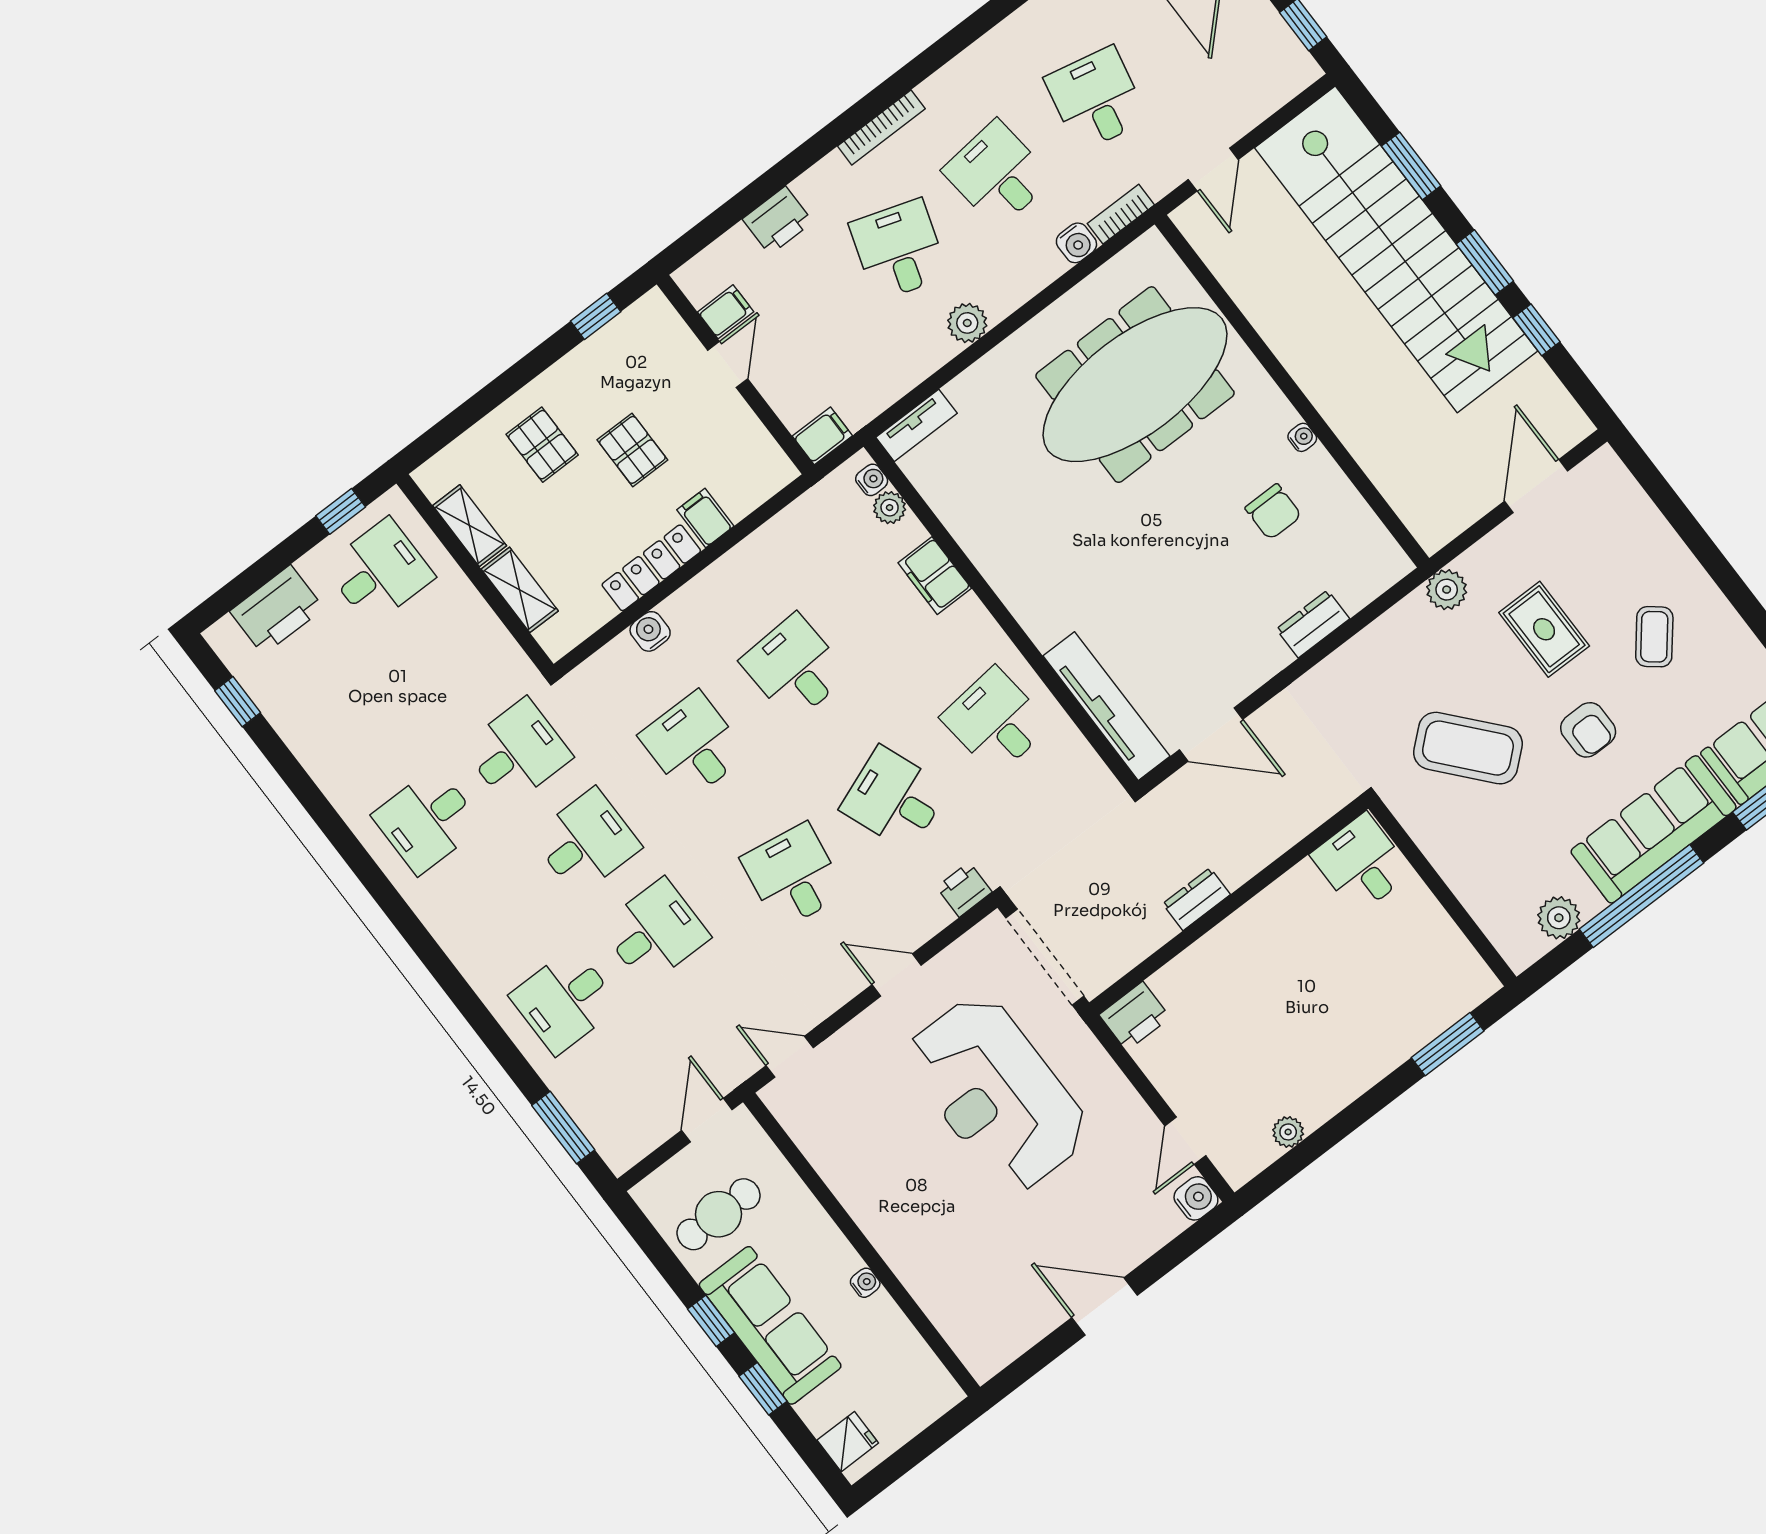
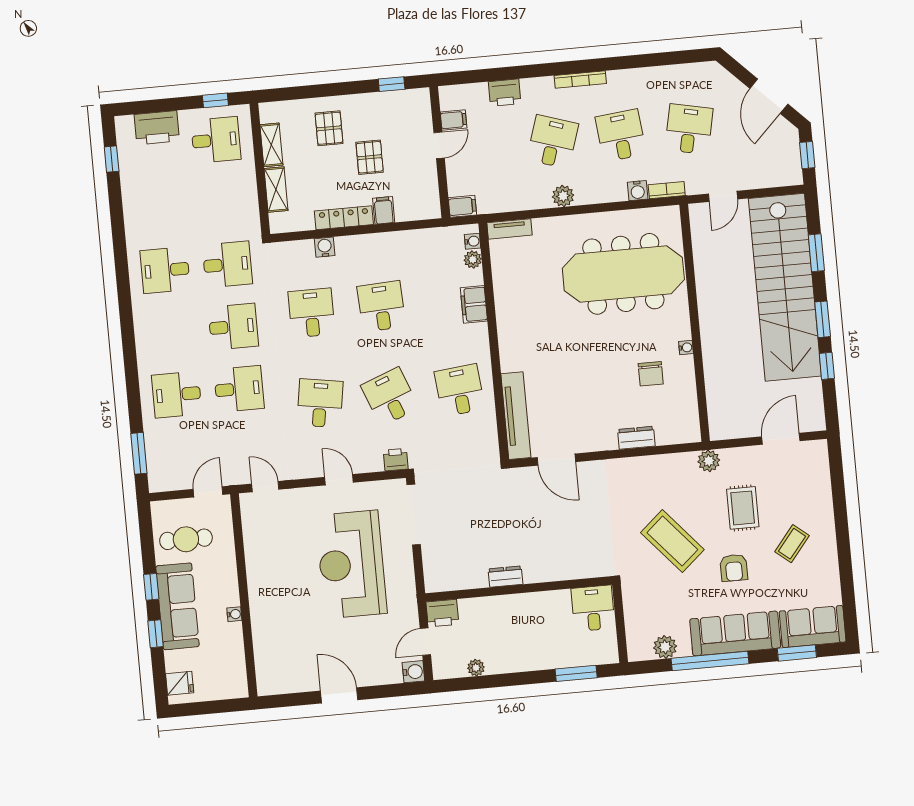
desk: (1361, 864) -> (593, 608), moved
dresser: (1197, 899) -> (506, 577), moved
wall: (1229, 906) -> (519, 589), moved
printer: (1135, 1016) -> (442, 613), moved

